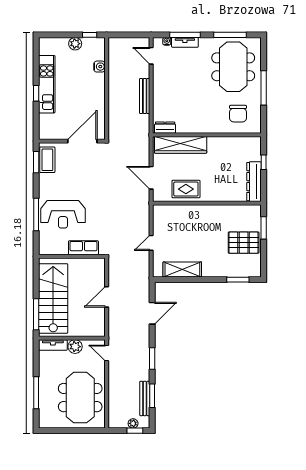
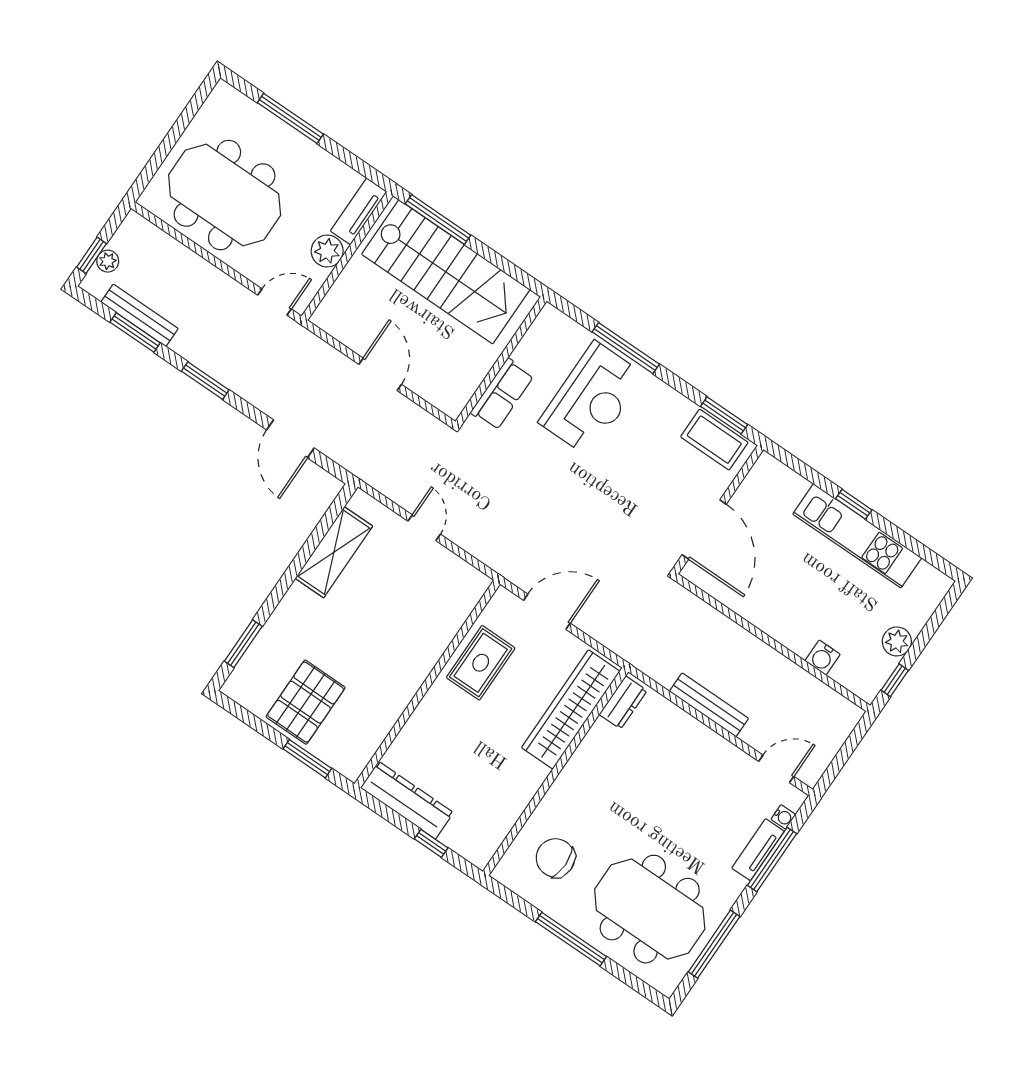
reception desk: (63, 214) -> (592, 399), turned 180

